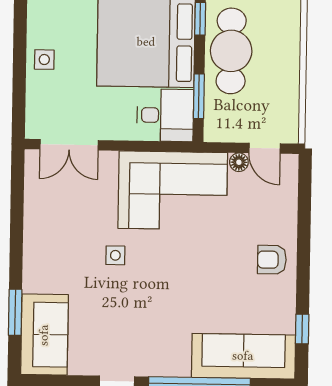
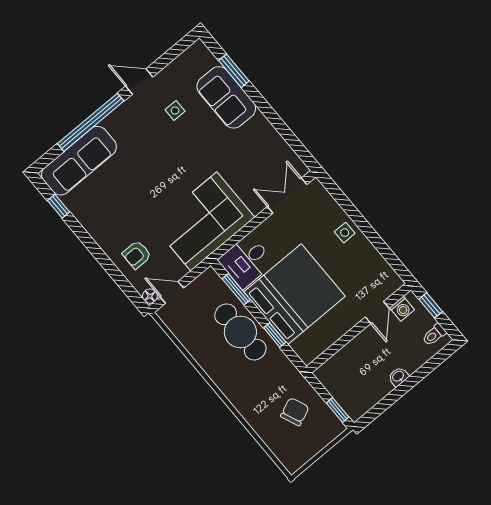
floor lamp: (239, 162) -> (150, 296), moved
side table: (115, 255) -> (175, 110), moved
armchair: (272, 260) -> (137, 255), moved, turned 180
sofa: (44, 335) -> (226, 97), moved

